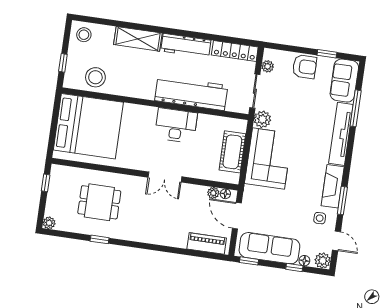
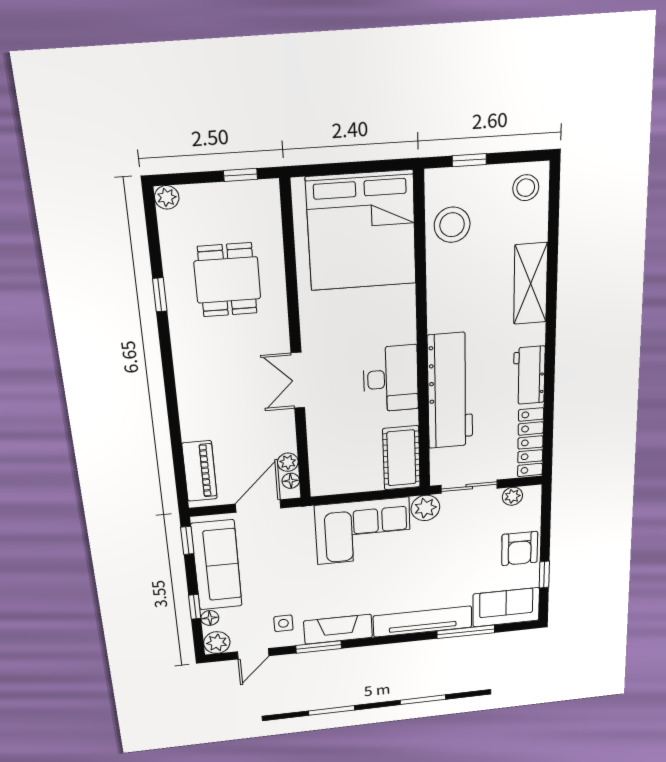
workbench: (186, 46) -> (529, 375), width x0.73
cot: (232, 152) -> (401, 458), moved, turned 90

